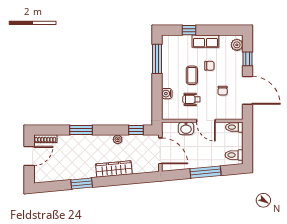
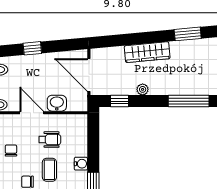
water cooler: (167, 94) -> (81, 164), moved
window: (81, 130) -> (189, 101), width x1.44
window: (206, 172) -> (32, 48), width x0.46

